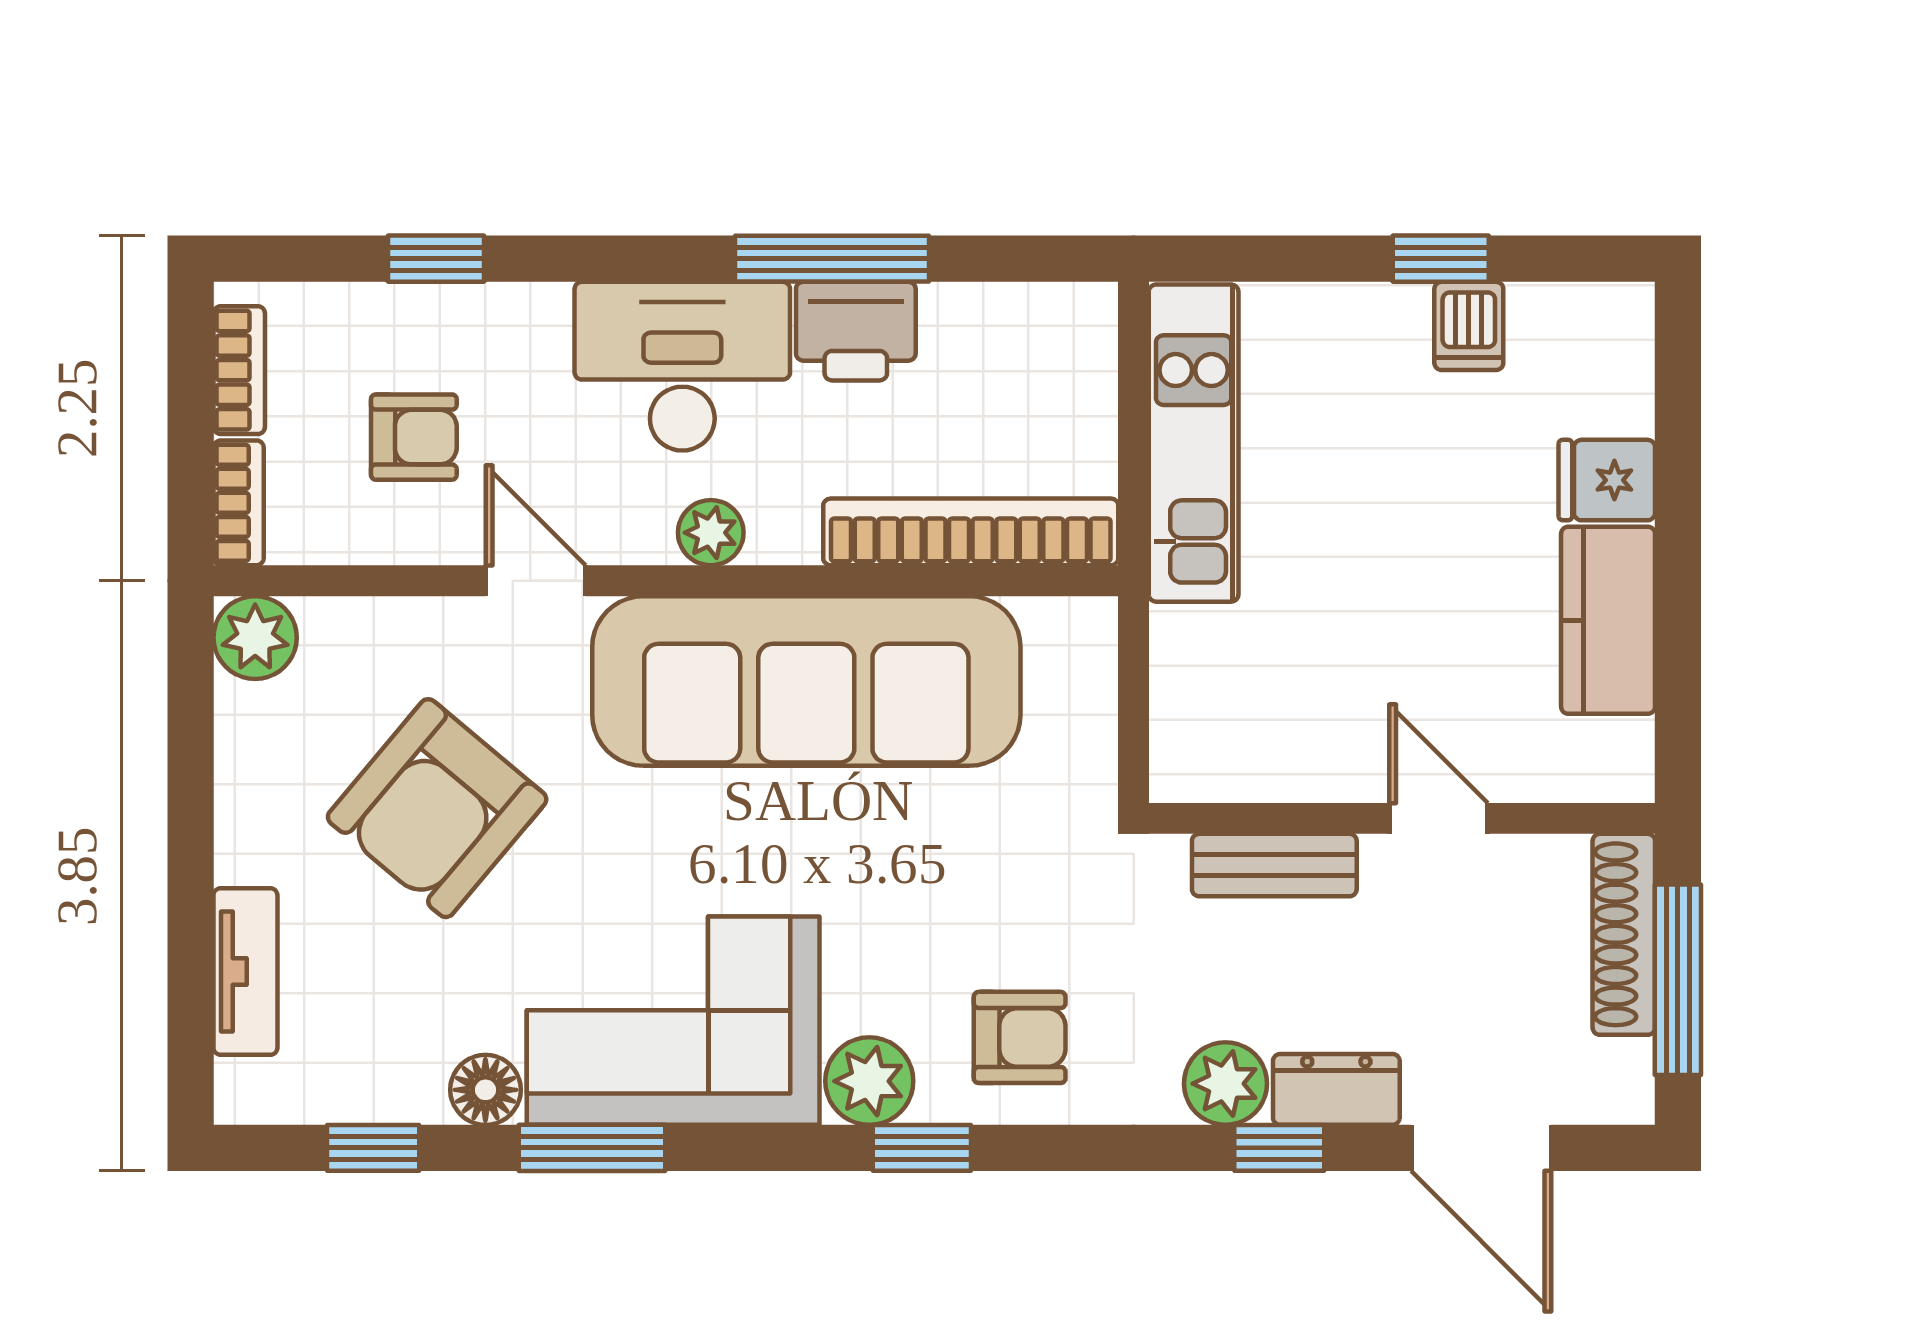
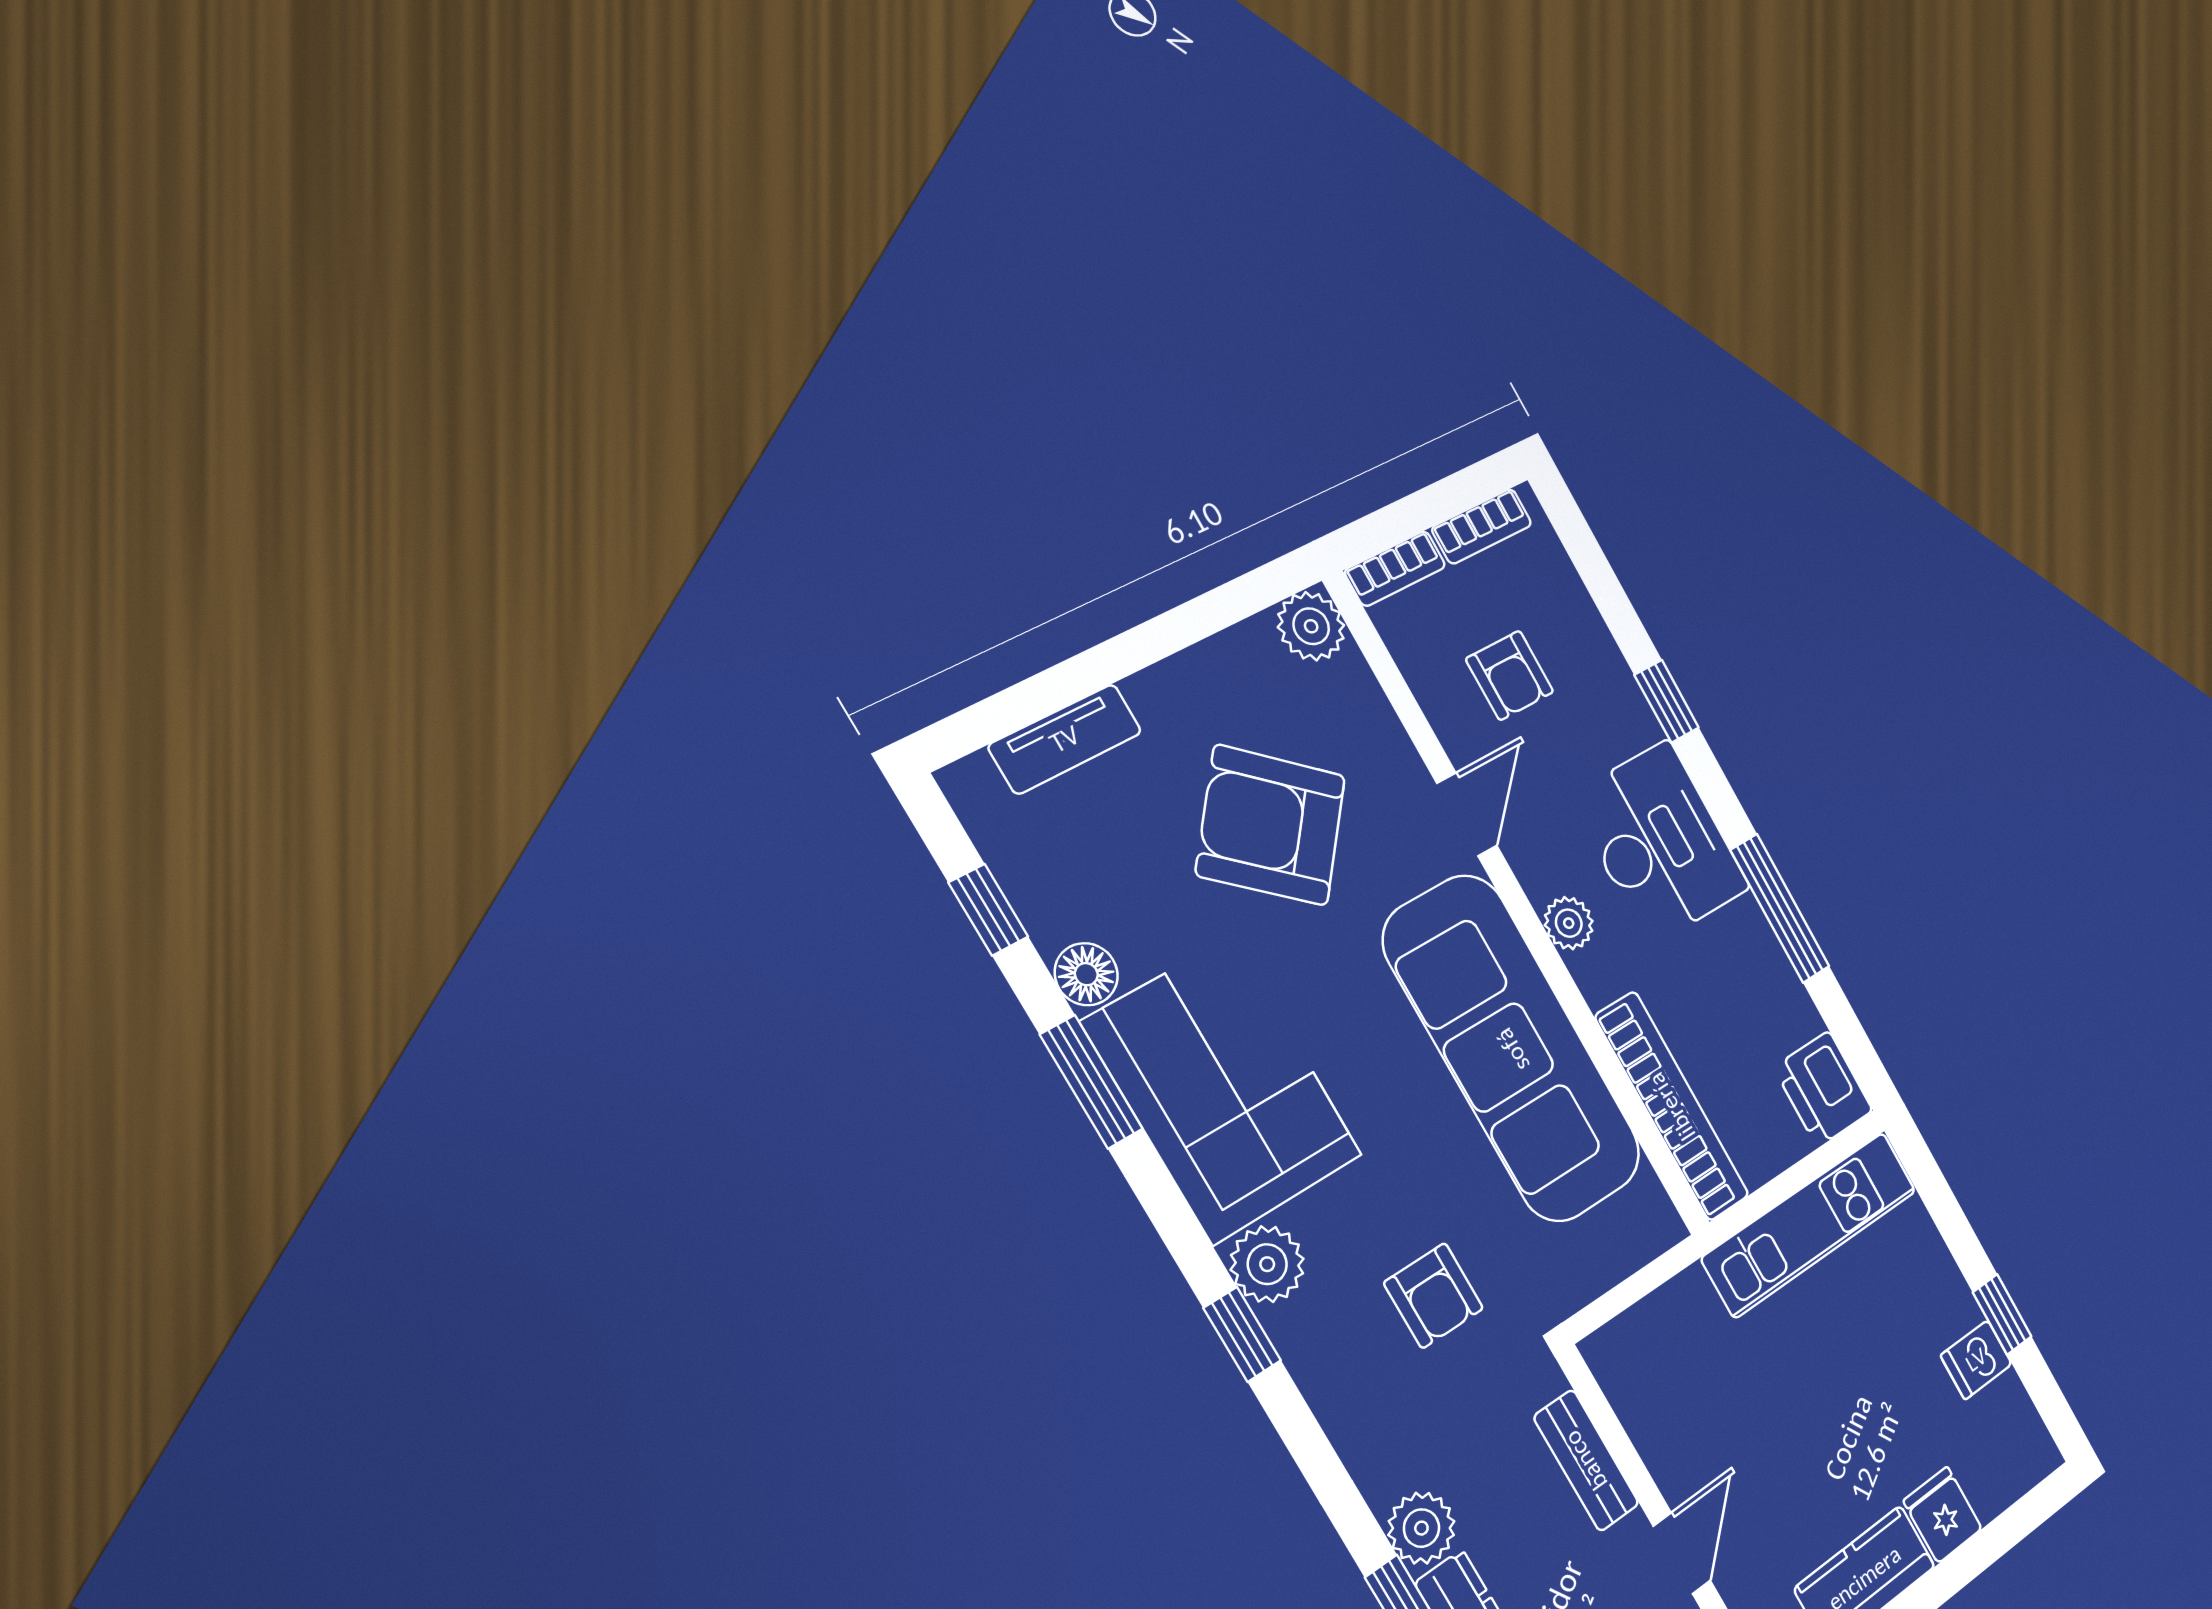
window: (436, 259) -> (1667, 701), moved
printer: (856, 331) -> (1823, 1089), moved
armchair: (1020, 1037) -> (1434, 1296), moved

